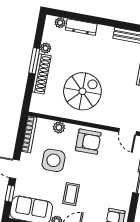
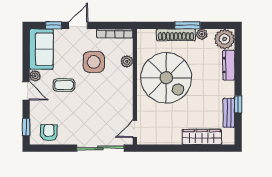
plant: (60, 23) -> (225, 39), width x1.87, depth x1.87
window: (122, 25) -> (238, 104), added
spiral stairs: (82, 91) -> (166, 78), width x1.37, depth x1.37
armchair: (88, 142) -> (118, 92), removed

